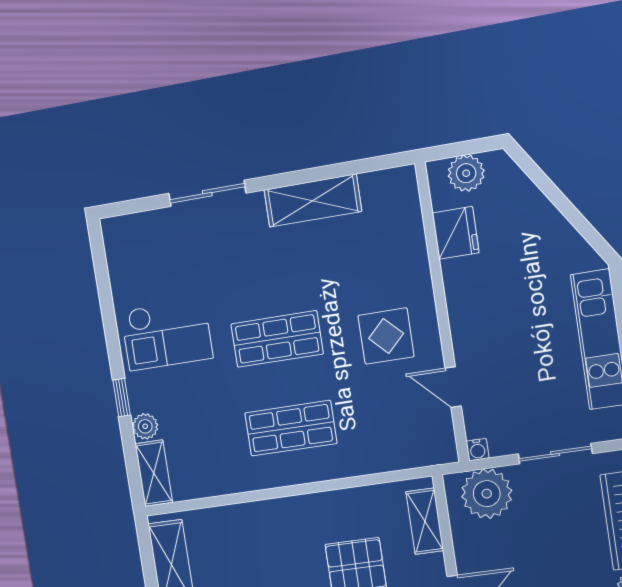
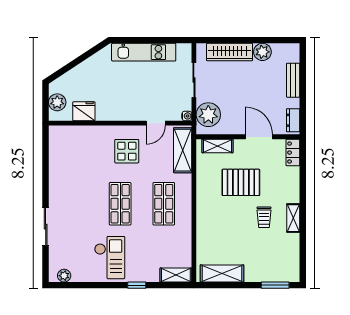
shelving: (313, 201) -> (183, 150), moved
plant: (145, 426) -> (64, 276), moved

